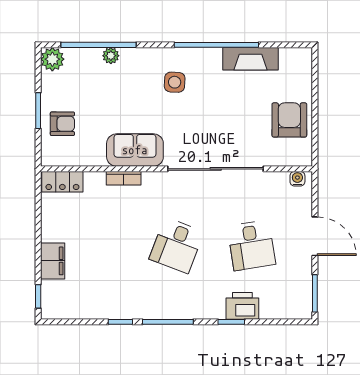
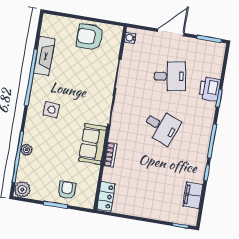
filing cabinet: (53, 261) -> (193, 195), moved, turned -90

